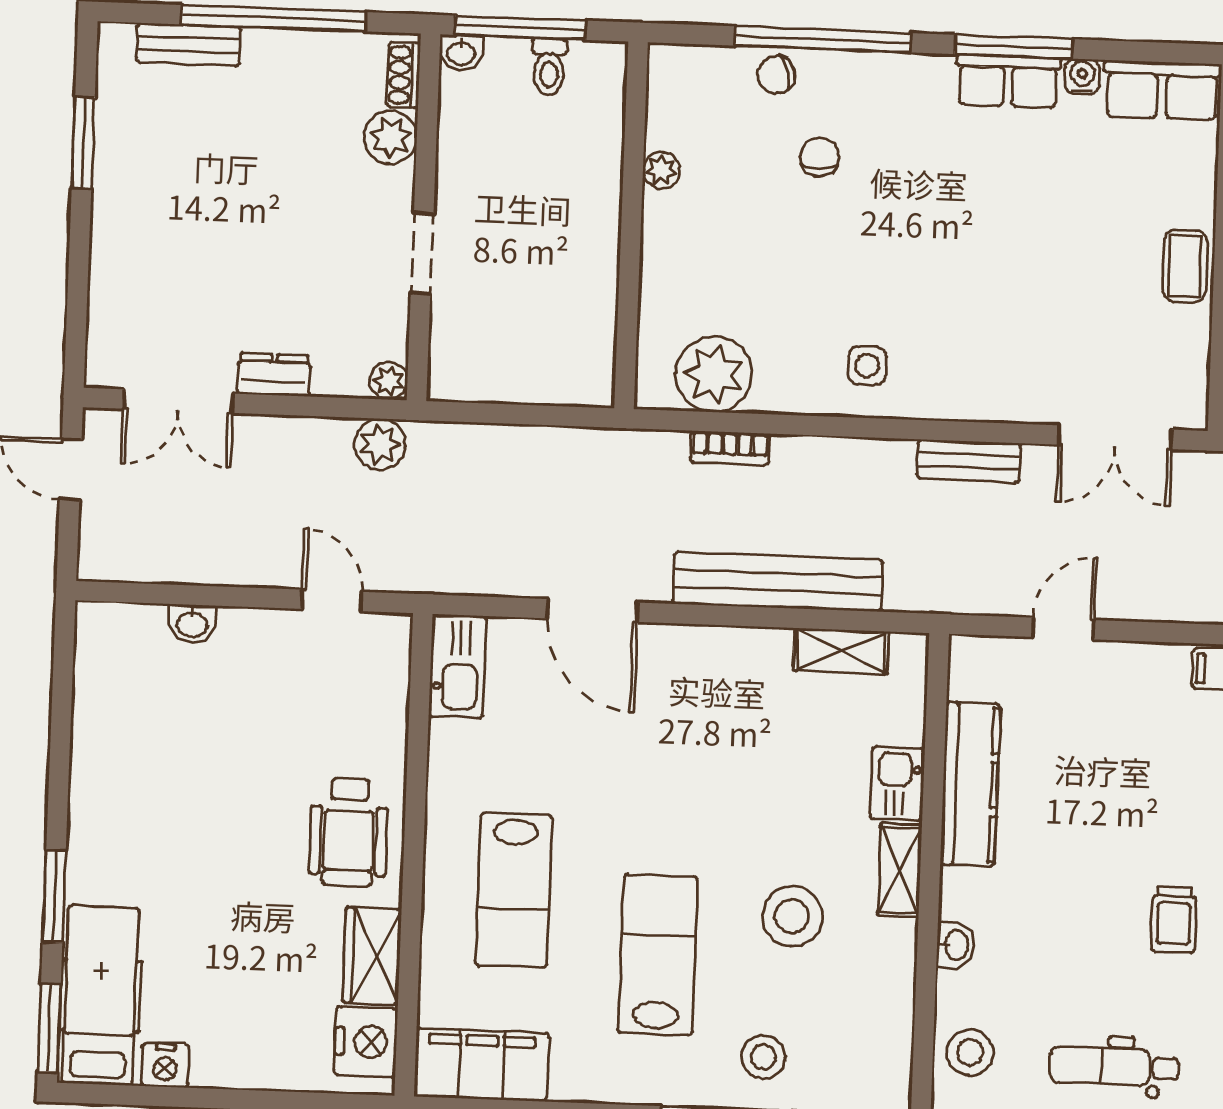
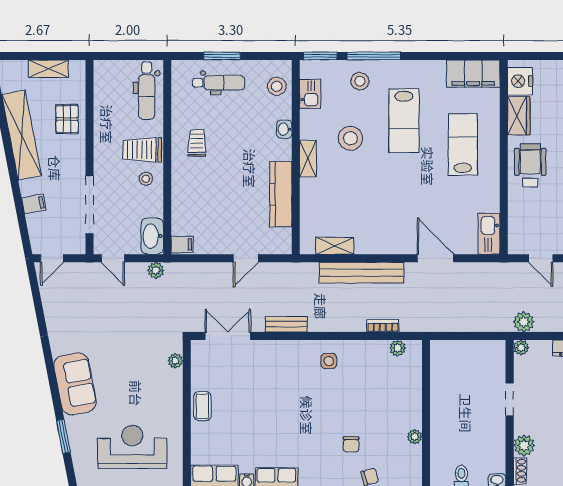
plant: (714, 374) -> (398, 348), width x0.53, depth x0.53
kitchen sink: (897, 784) -> (310, 94), moved

